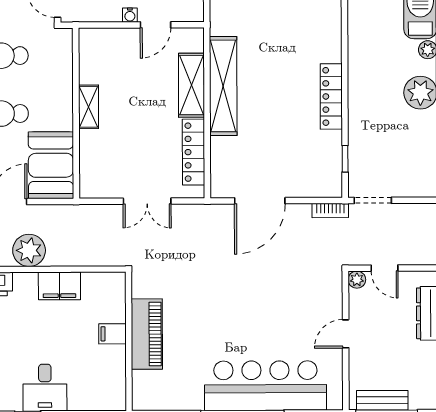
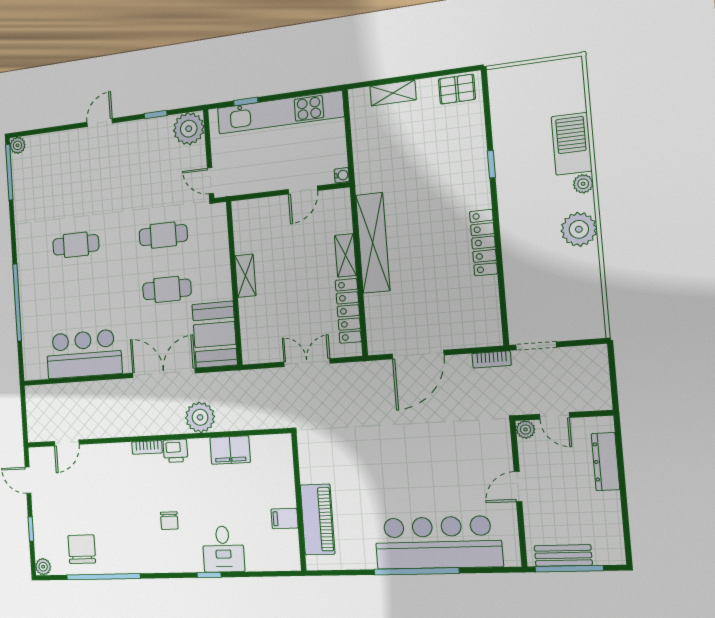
water cooler: (130, 15) -> (342, 175), moved, turned -90
shelving: (191, 85) -> (345, 255), width x0.67, depth x0.75
window: (345, 159) -> (491, 164), moved
double door: (147, 201) -> (307, 363), swing flipped
filing cabinet: (112, 334) -> (284, 518), moved
piano: (147, 334) -> (318, 519), moved

